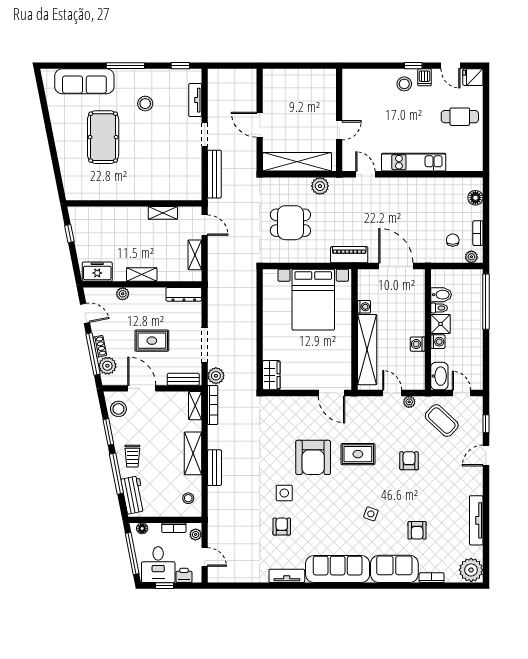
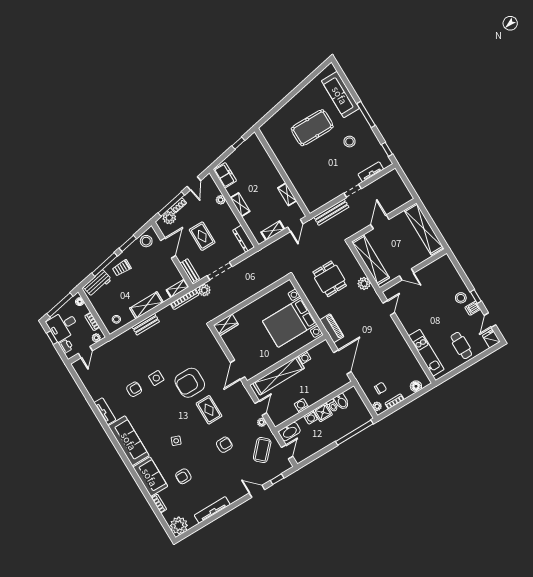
shelving: (298, 79) -> (424, 229), added
kitchen unit: (414, 162) -> (426, 353), moved

